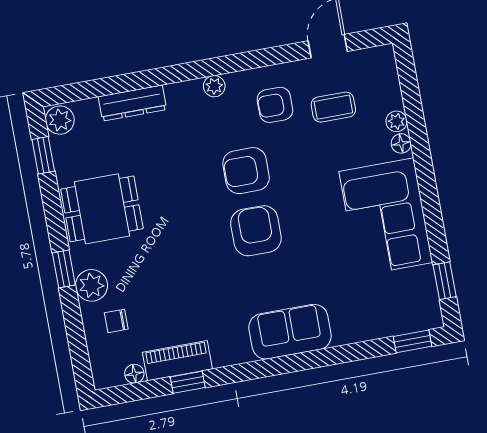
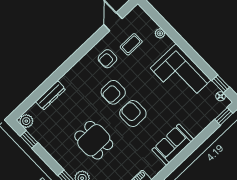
plant: (214, 86) -> (79, 67), removed
floor lamp: (401, 143) -> (221, 96), moved
dining table: (102, 209) -> (94, 140), moved, turned 90

